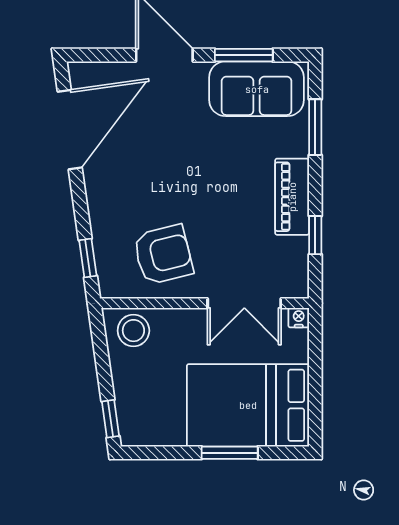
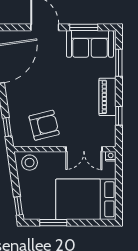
window: (230, 453) -> (53, 223), moved

